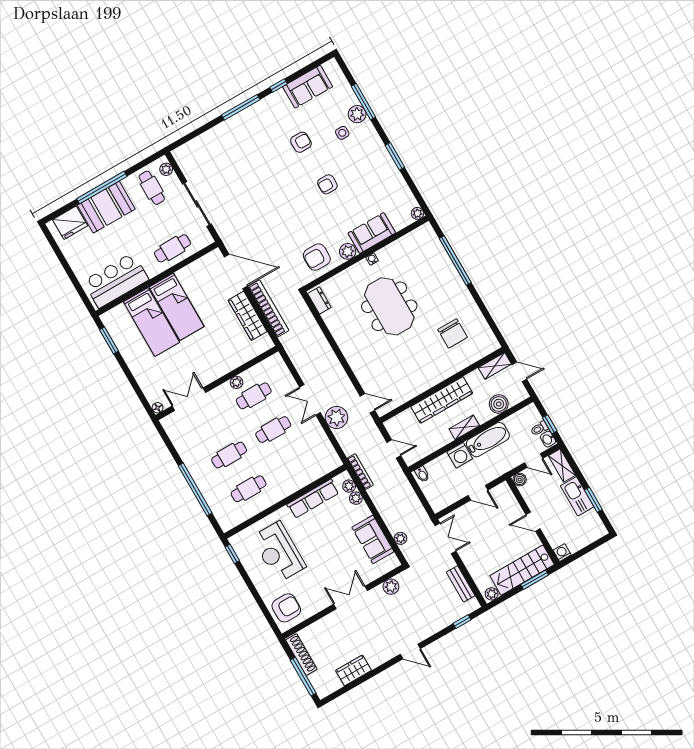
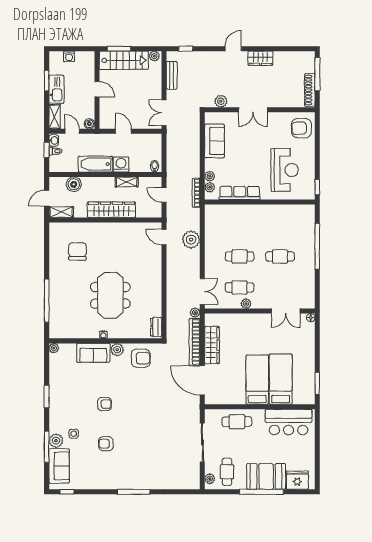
window: (278, 85) -> (67, 492), moved
sofa: (308, 87) -> (59, 466), moved, turned 90
door: (519, 372) -> (47, 198), hinge flipped
double door: (310, 400) -> (202, 292), moved
shelving: (464, 427) -> (127, 182), moved
cafe table: (249, 489) -> (280, 225), removed
plant: (401, 538) -> (195, 313), moved
washing machine: (562, 553) -> (69, 56), moved
door: (410, 651) -> (233, 49), hinge flipped
wardrobe: (354, 670) -> (260, 58), moved

